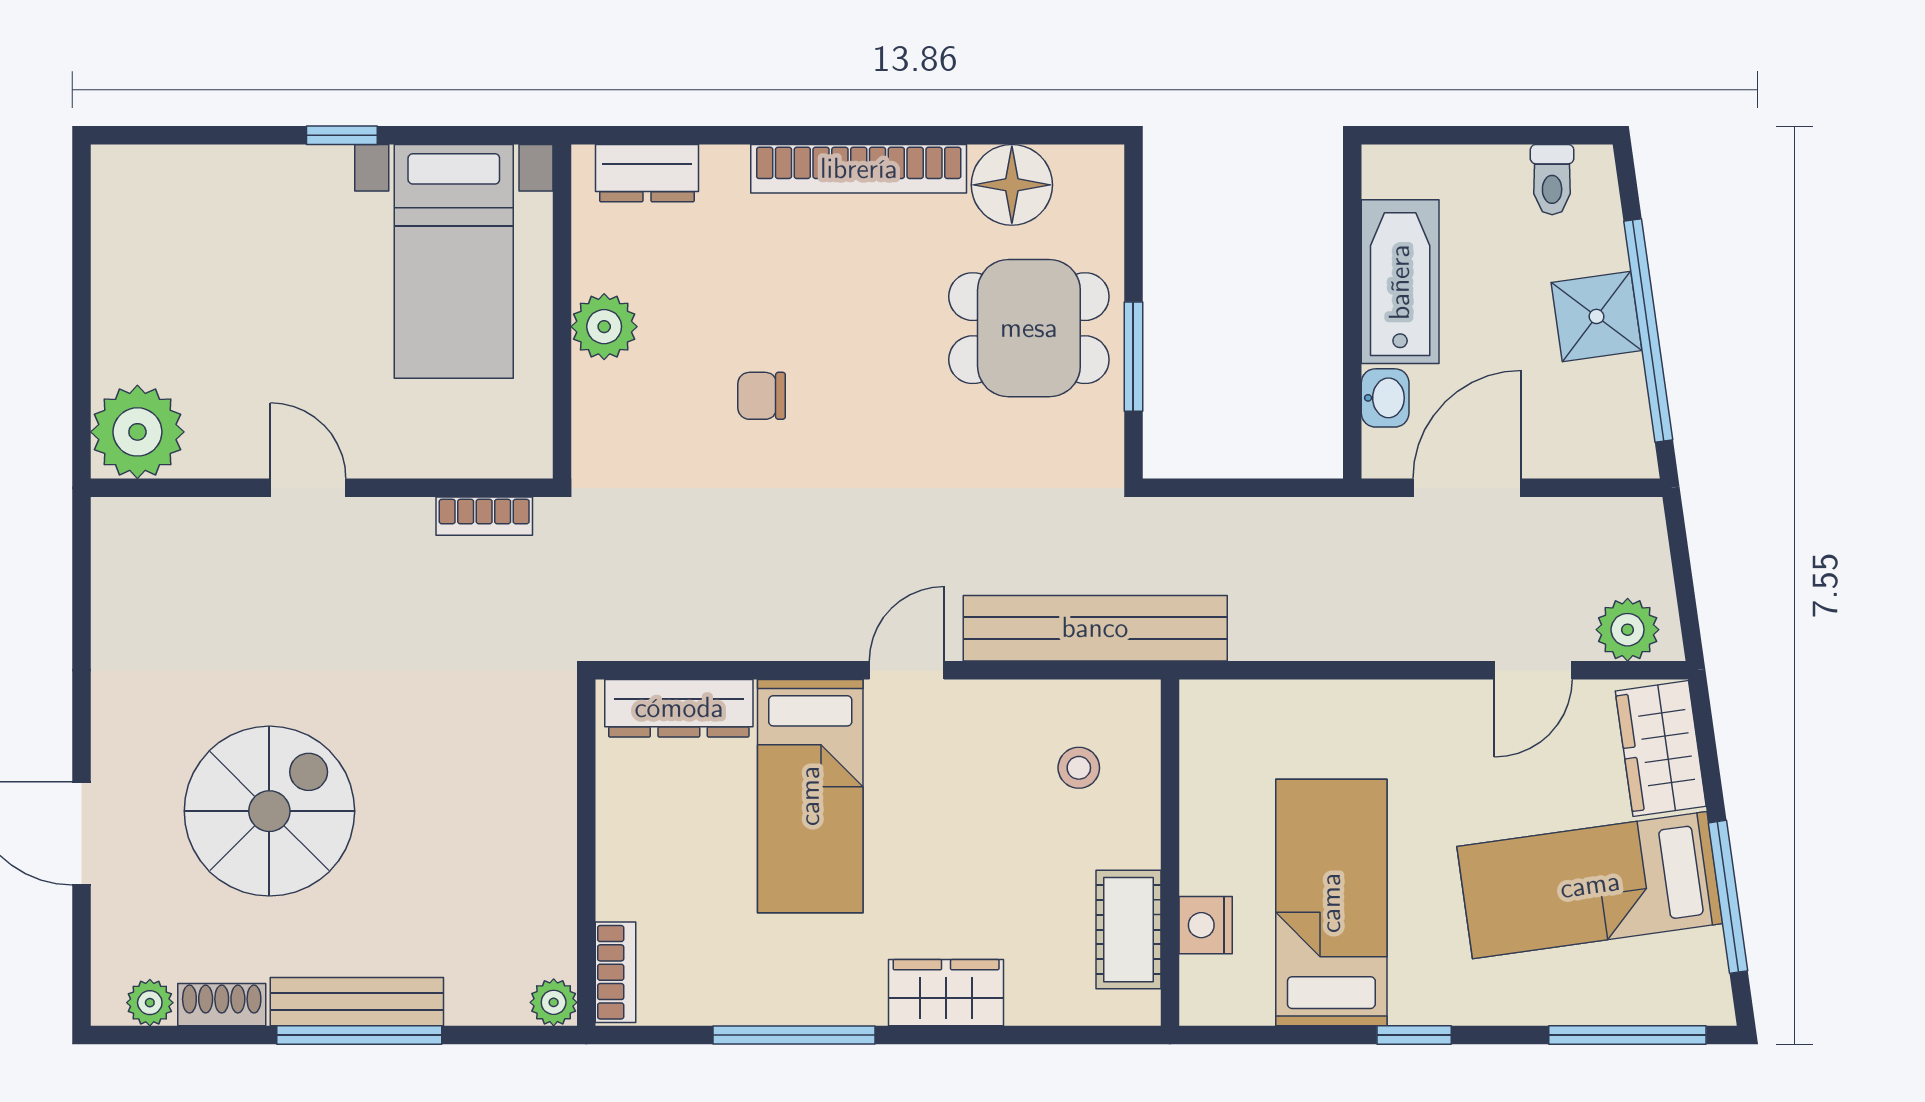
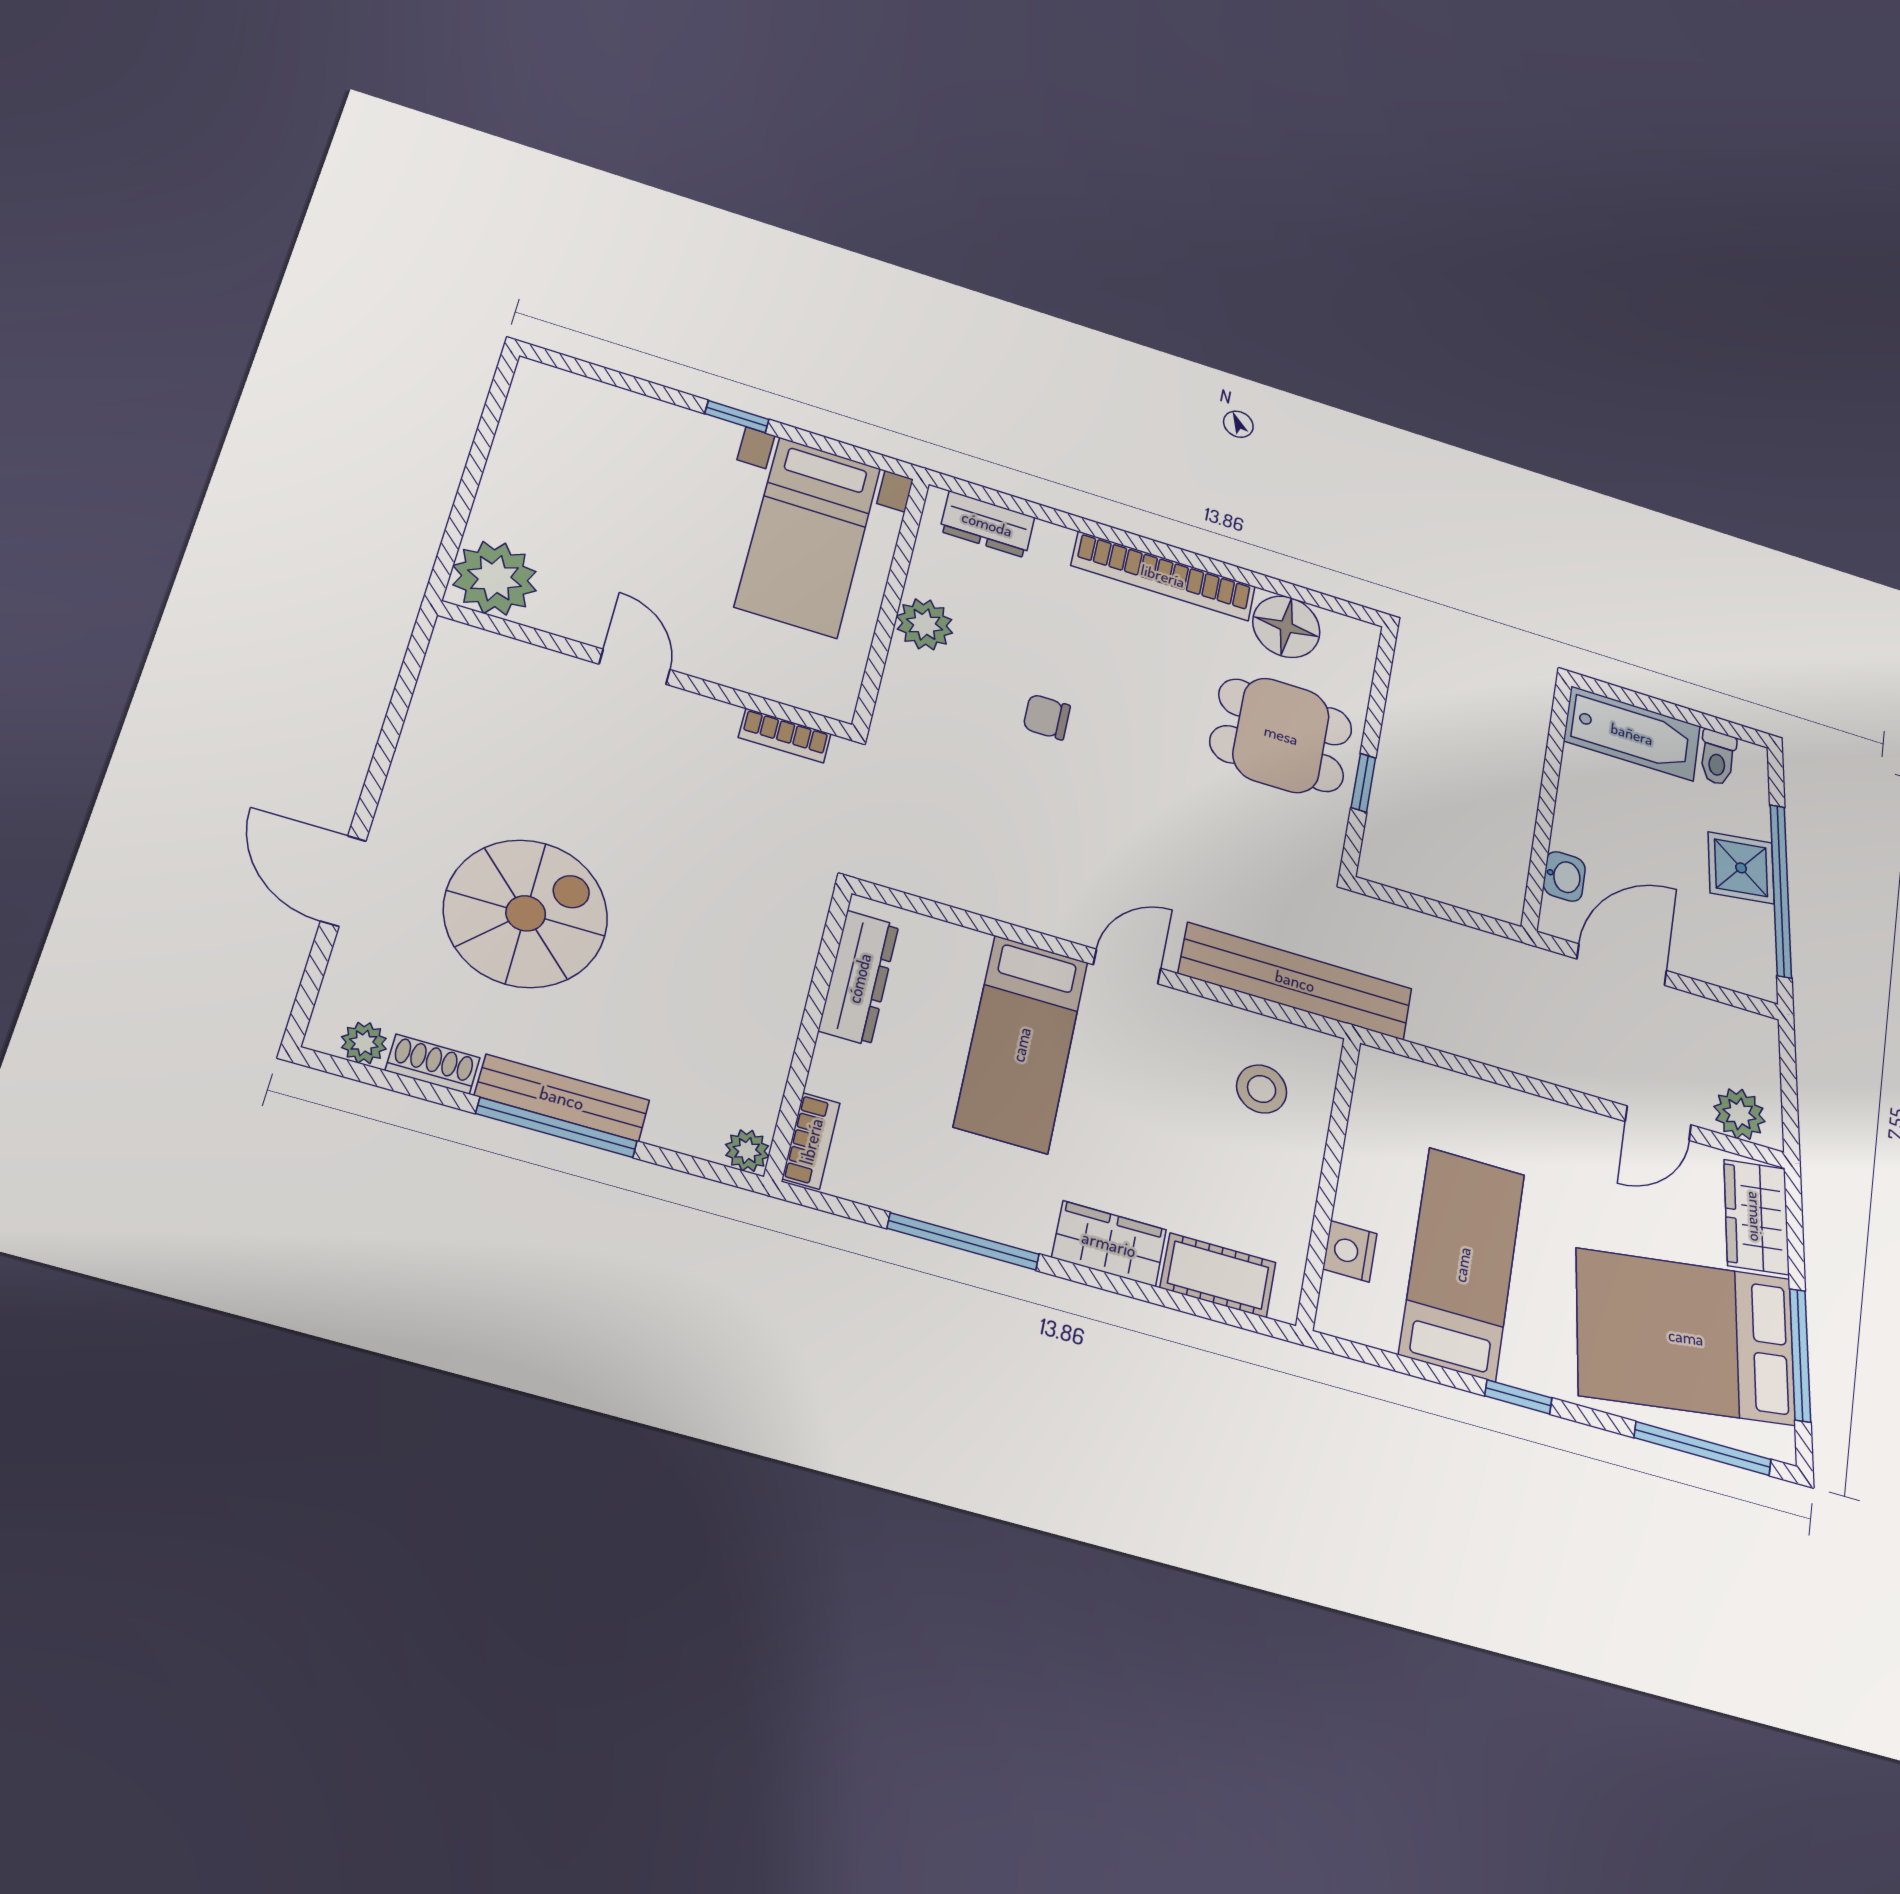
bathtub: (1400, 282) -> (1632, 734), moved, turned 90
window: (1133, 357) -> (1363, 783), width x0.67
dresser: (679, 708) -> (859, 978), moved, turned -90
stool: (1079, 768) -> (1262, 1089), width x1.37, depth x1.37
bed: (1590, 885) -> (1686, 1337), width x1.50
cot: (1128, 930) -> (1218, 1275), moved, turned 90

